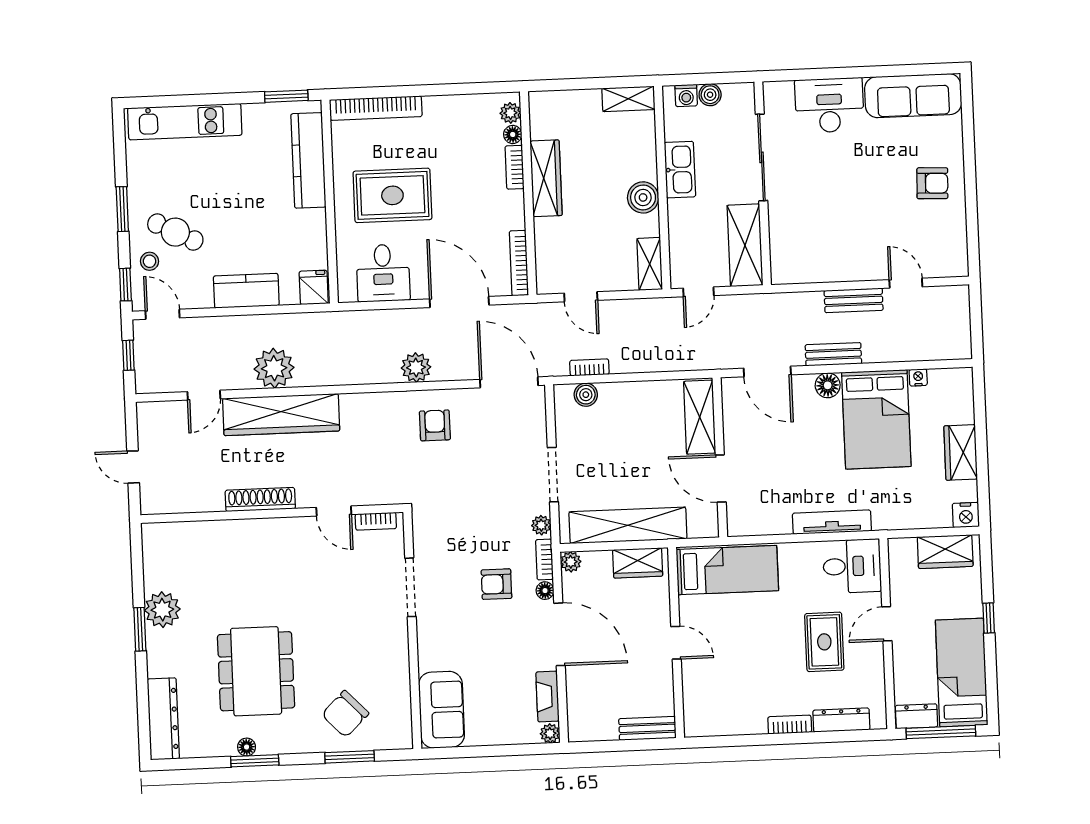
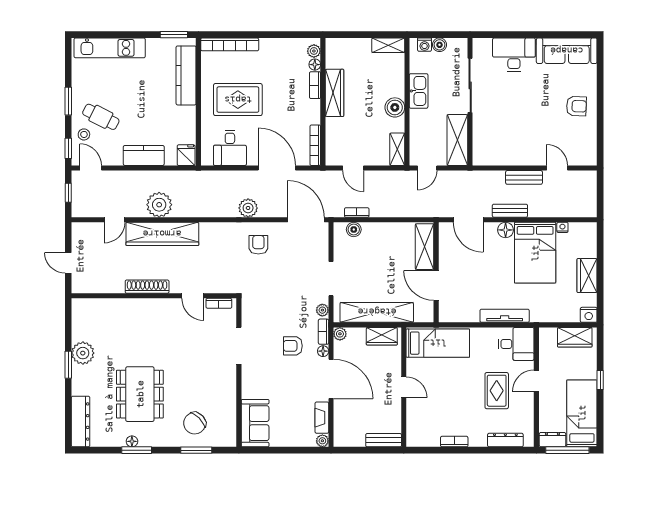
bookcase: (790, 725) -> (454, 442), moved

